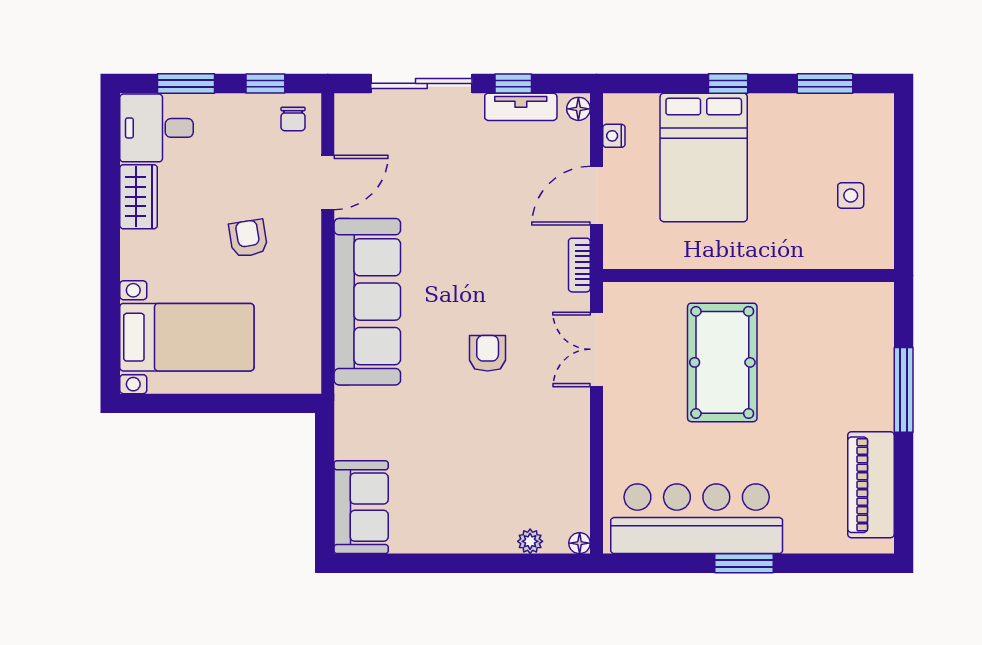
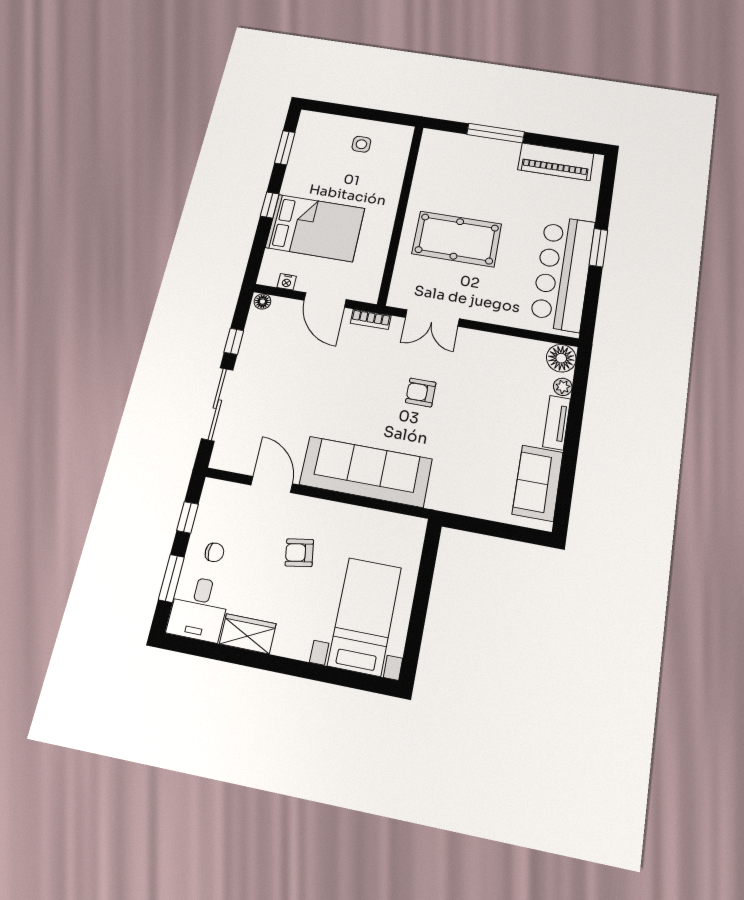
tv unit: (521, 107) -> (557, 423), moved, turned 180
chair: (293, 119) -> (214, 552), moved
sofa: (361, 507) -> (538, 483), moved, turned -90
floor lamp: (580, 543) -> (561, 358), width x1.89, depth x1.89

